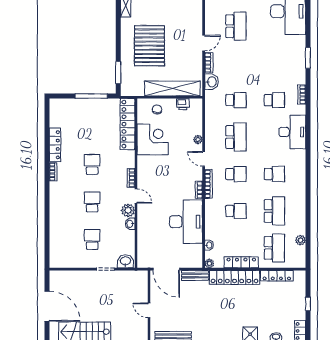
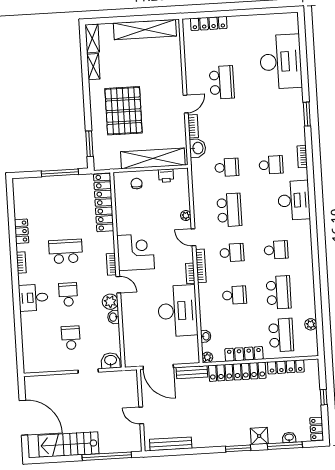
corner desk: (153, 139) -> (136, 252), moved
locker: (55, 145) -> (22, 231), width x0.66
school desk: (92, 164) -> (66, 251), width x1.85
desk: (62, 203) -> (33, 298), added

